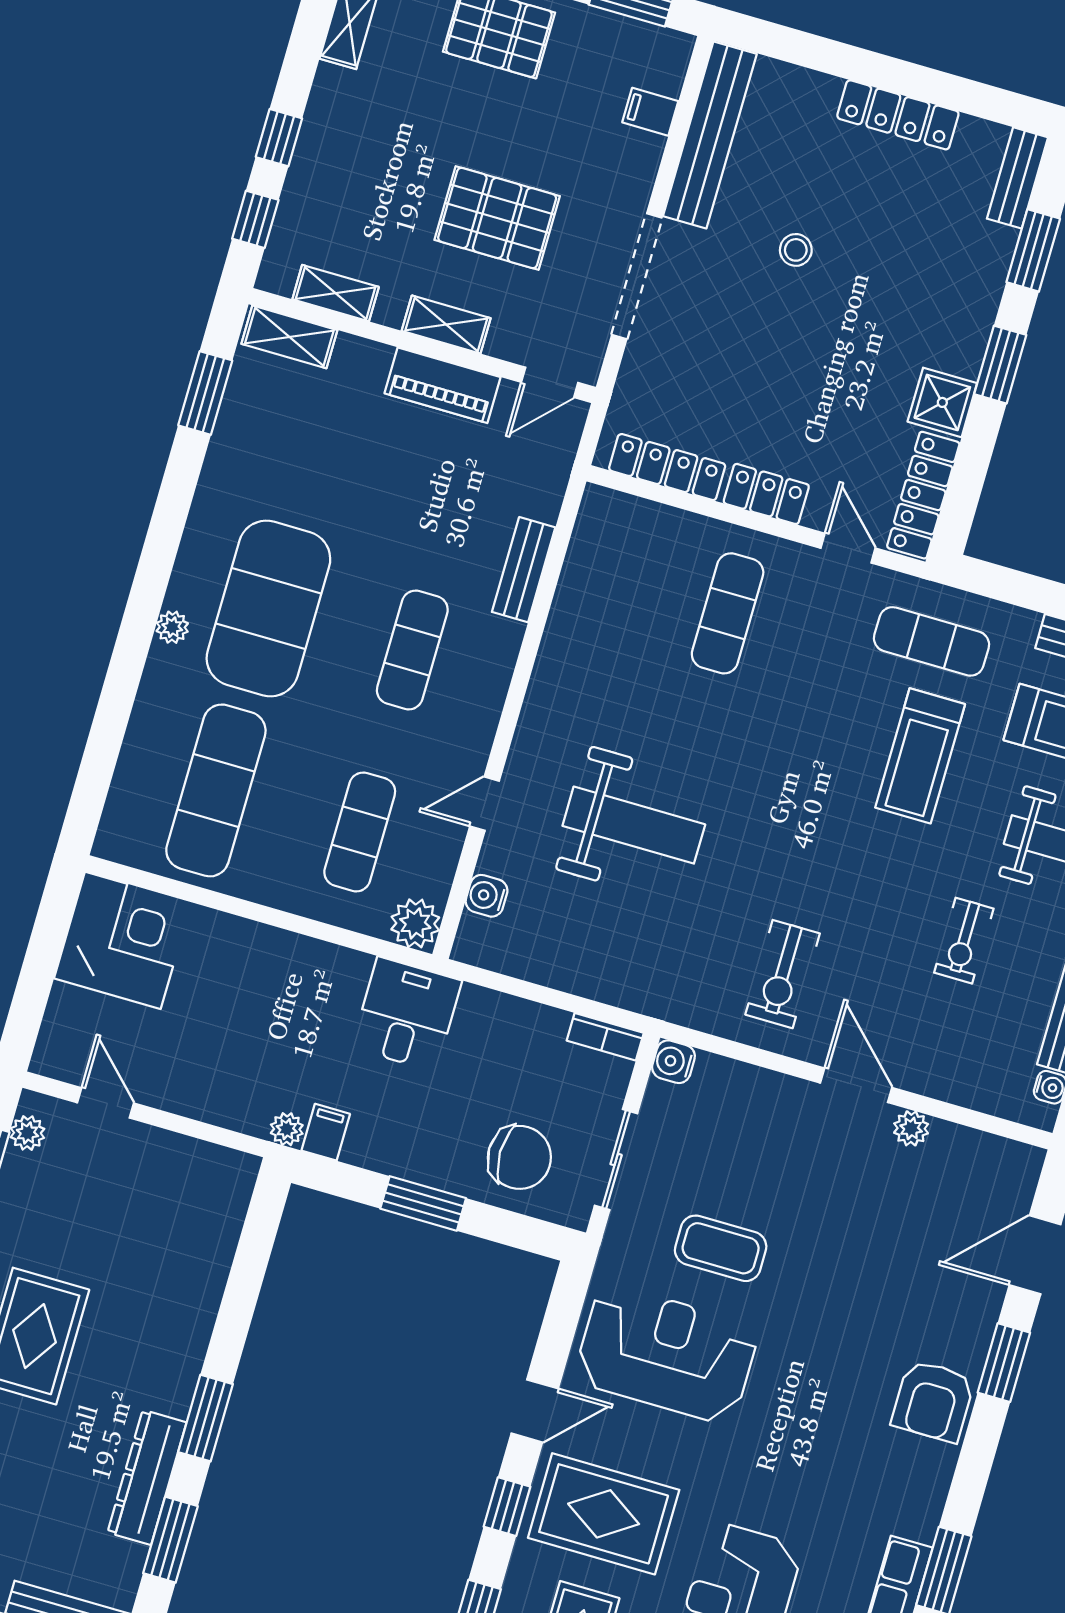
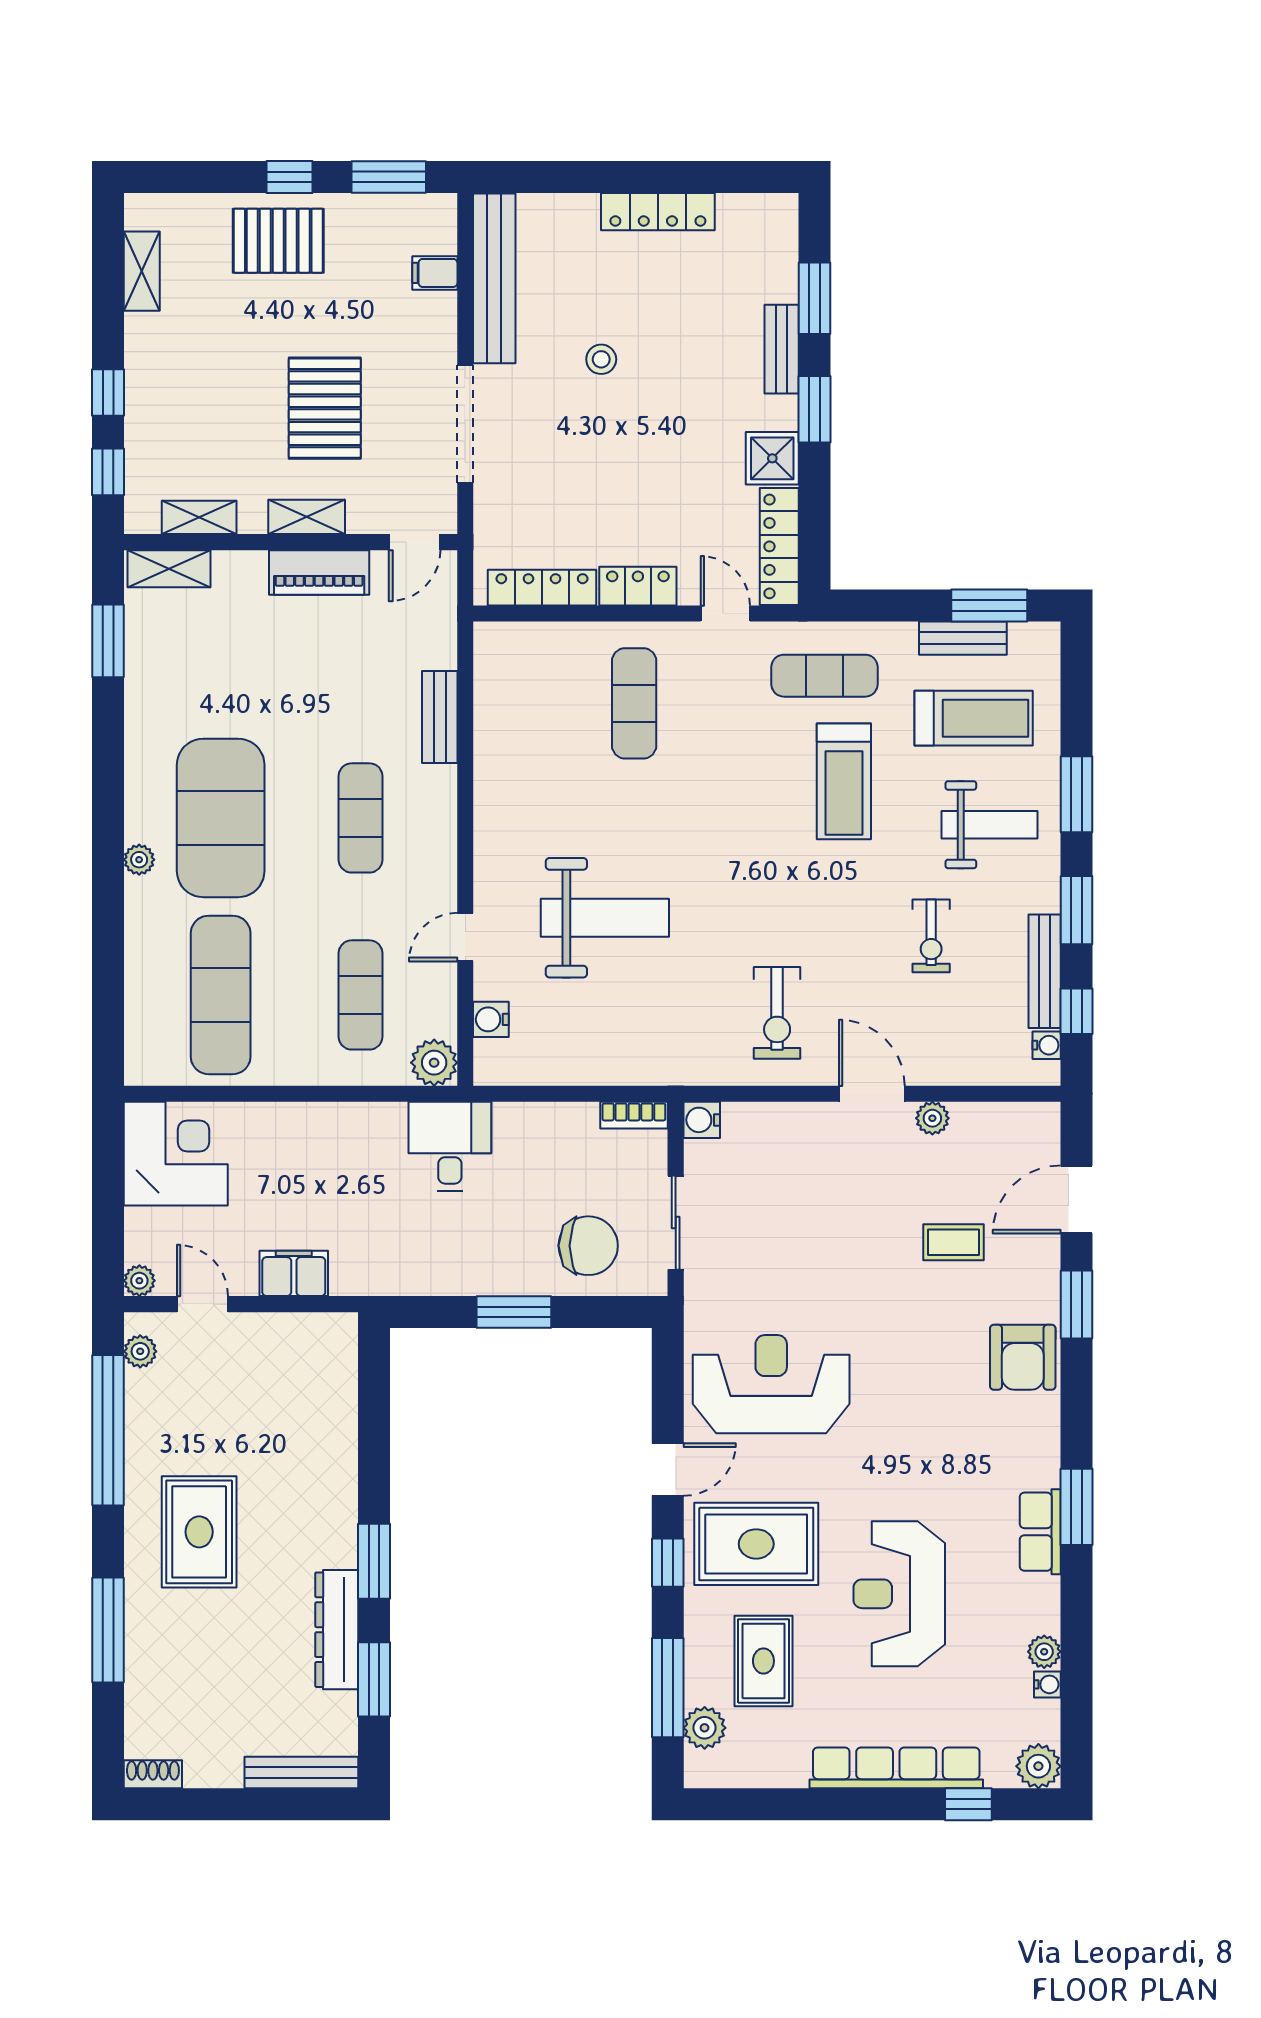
bench: (1017, 178) -> (782, 349), moved
pallet: (497, 218) -> (325, 408), turned 90
plant: (287, 1129) -> (139, 1281), moved
filing cabinet: (326, 1132) -> (294, 1273), moved, width x2.00
coffee table: (721, 1248) -> (953, 1242), moved, width x0.73, depth x0.77

